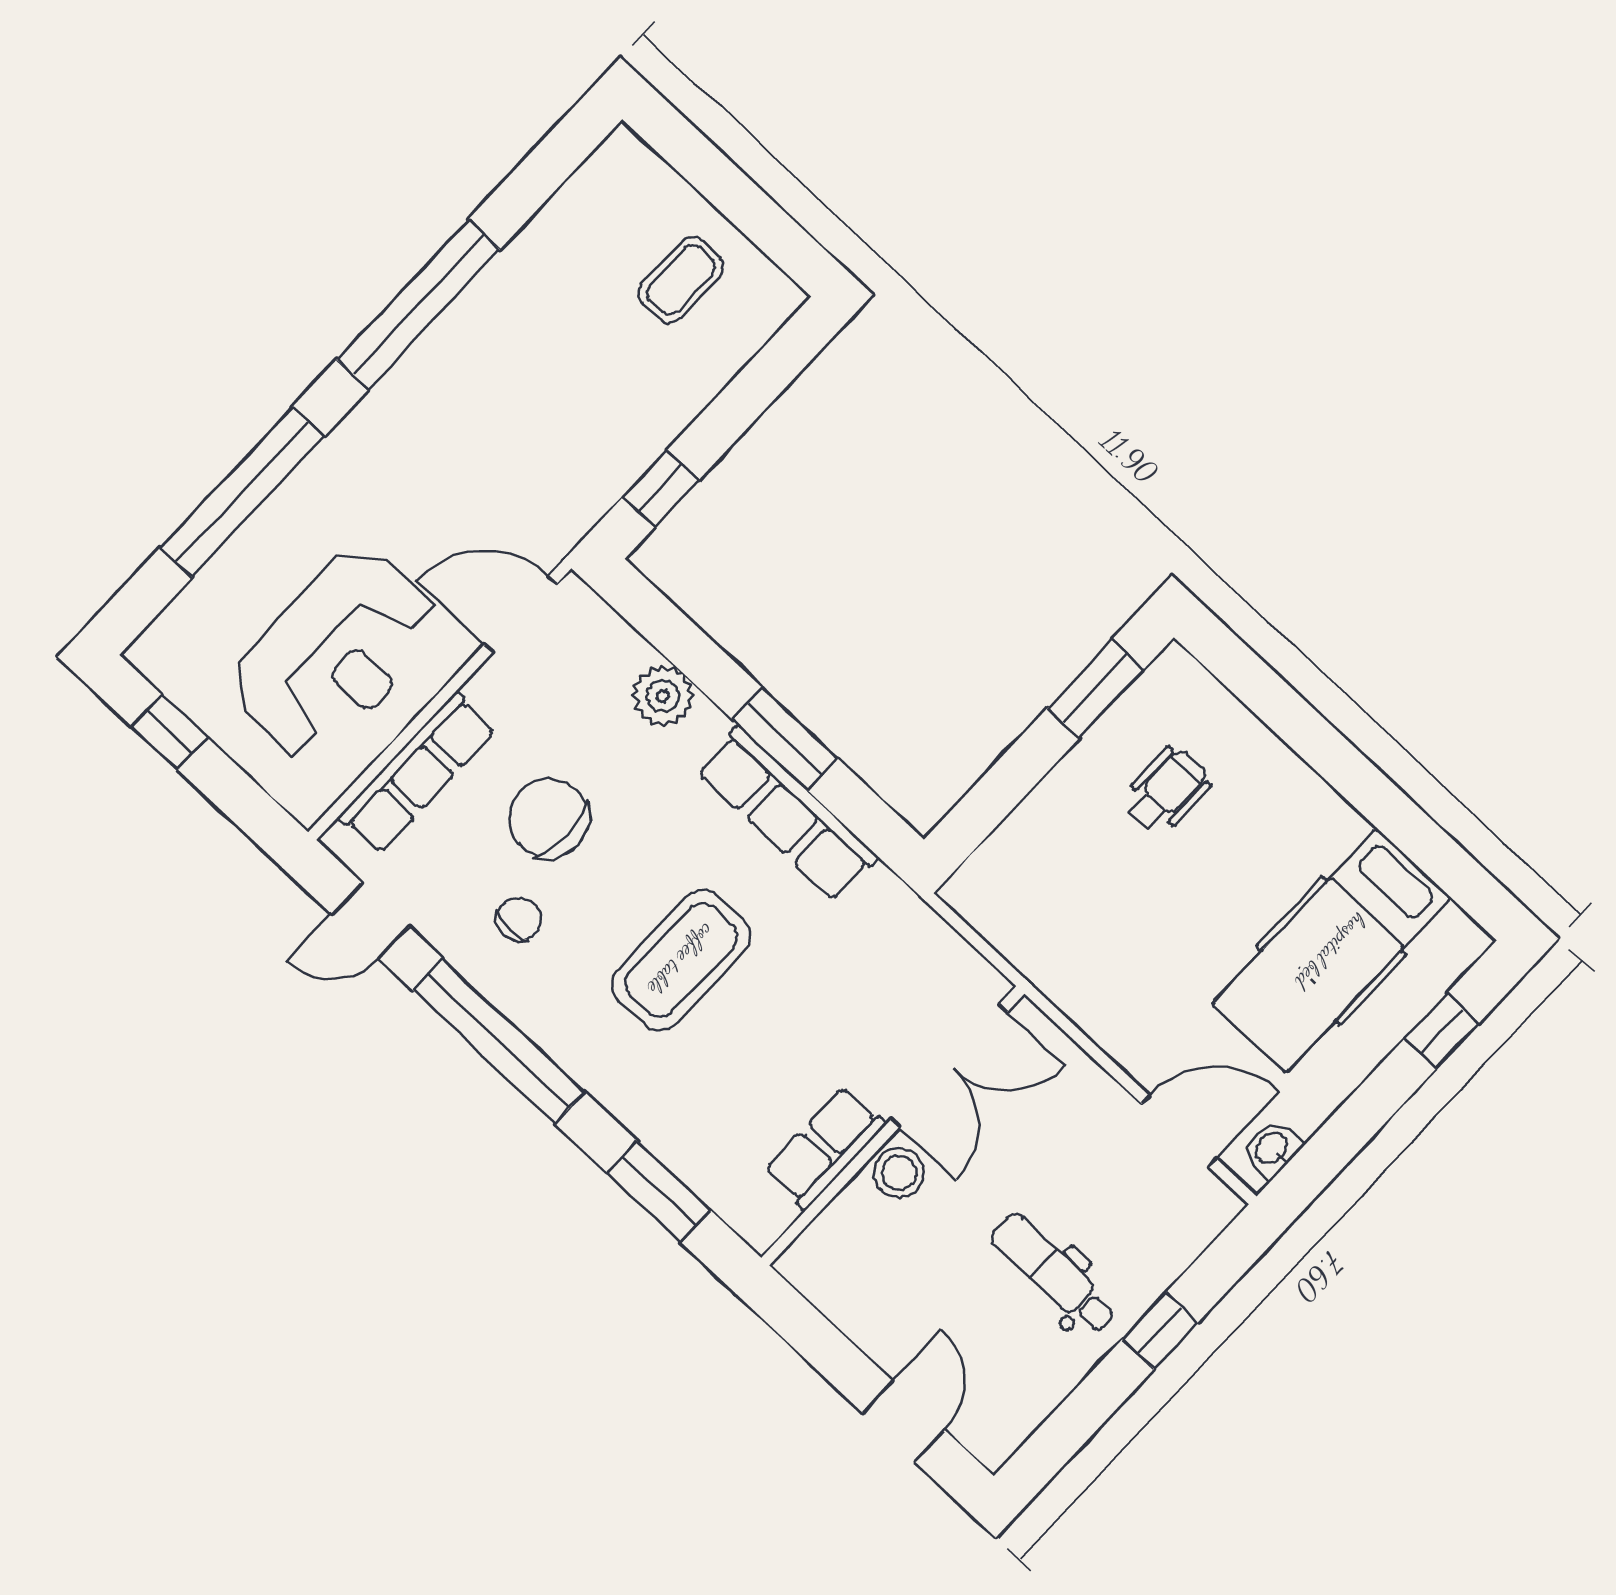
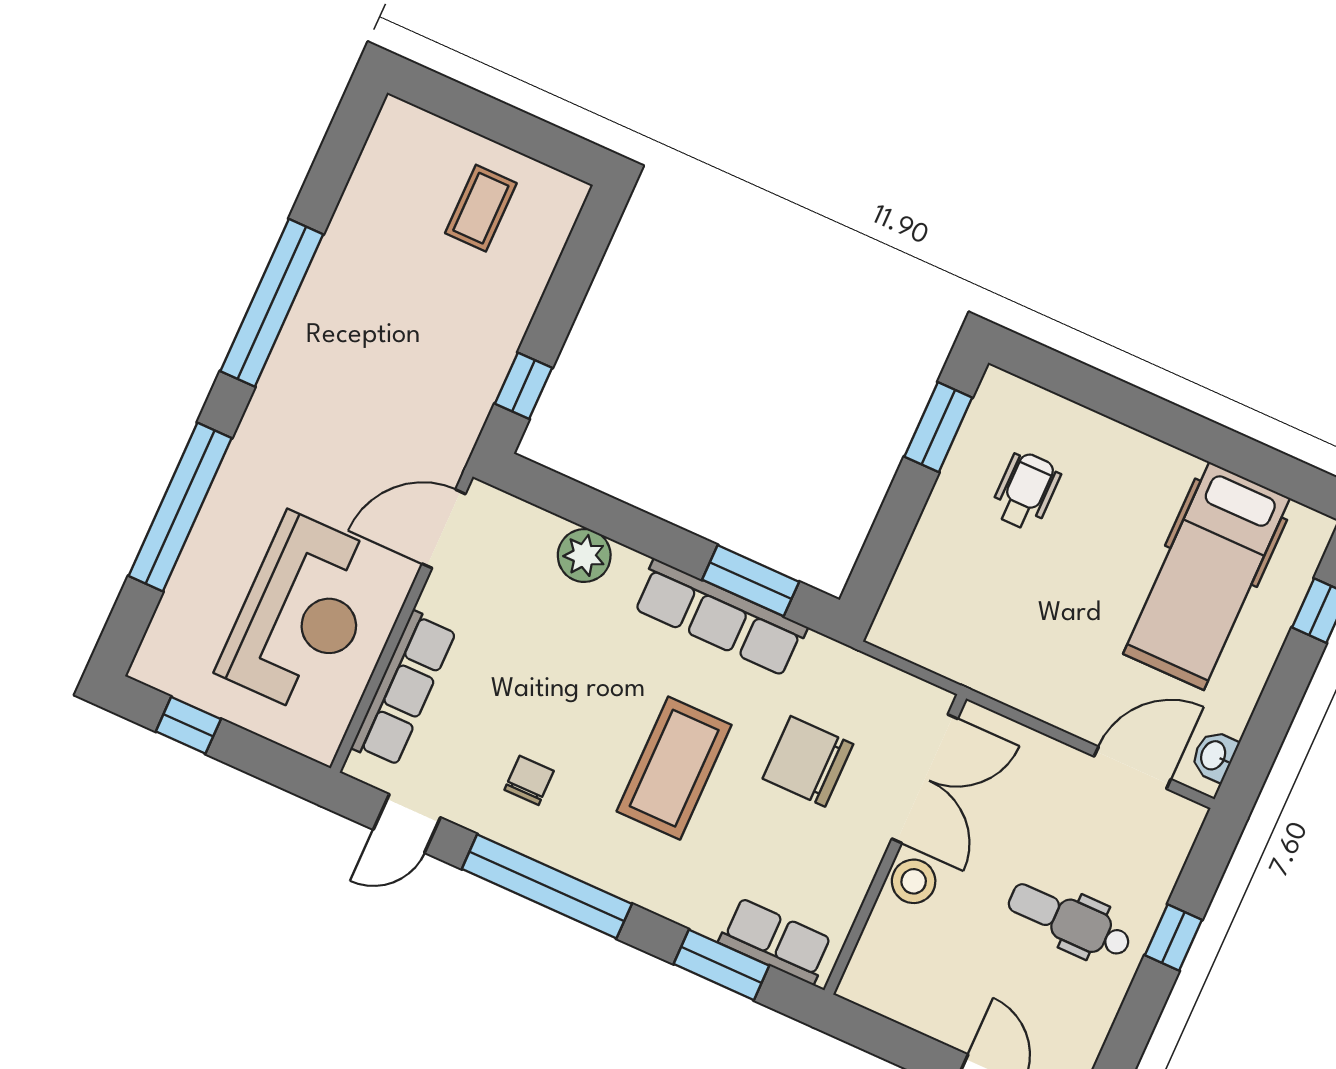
window: (785, 739) -> (751, 581), moved
chair: (549, 818) -> (808, 761), moved
row of seats: (825, 1148) -> (776, 941), moved, turned 90

